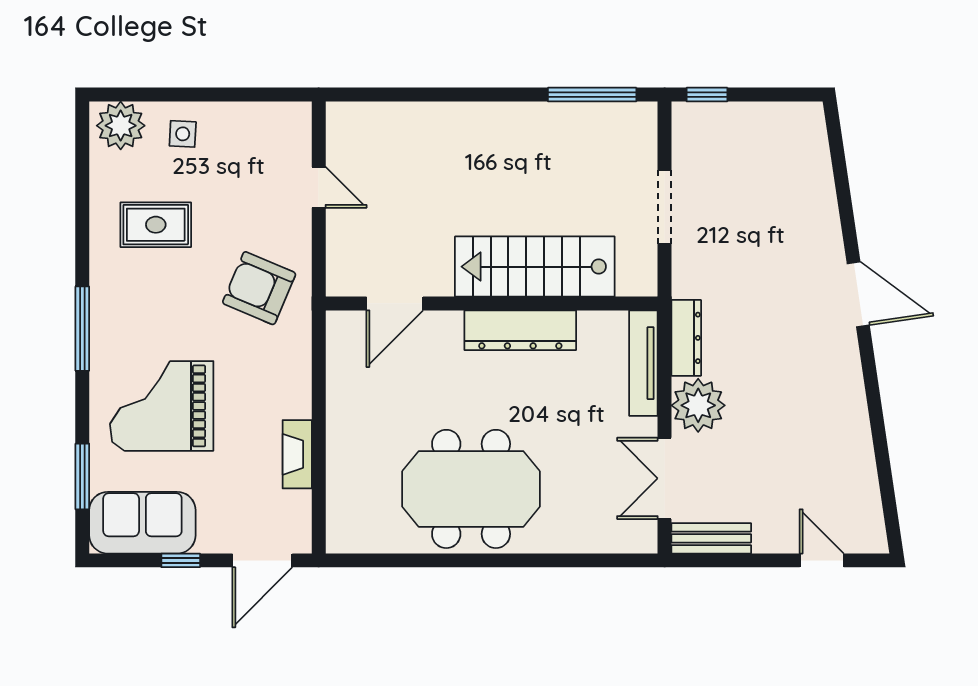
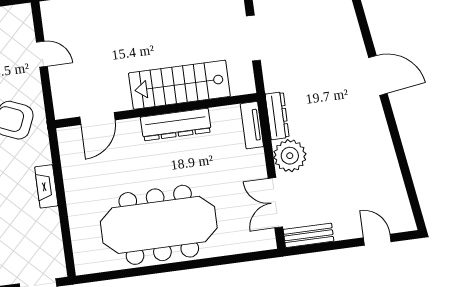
tv unit: (643, 363) -> (252, 125), width x0.71
fireplace: (297, 454) -> (46, 186), moved
meeting table: (471, 489) -> (159, 225), width x1.36

